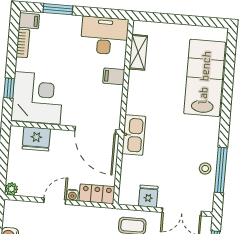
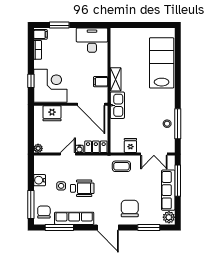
shelving: (138, 52) -> (116, 79), moved
filing cabinet: (114, 76) -> (101, 82), moved

